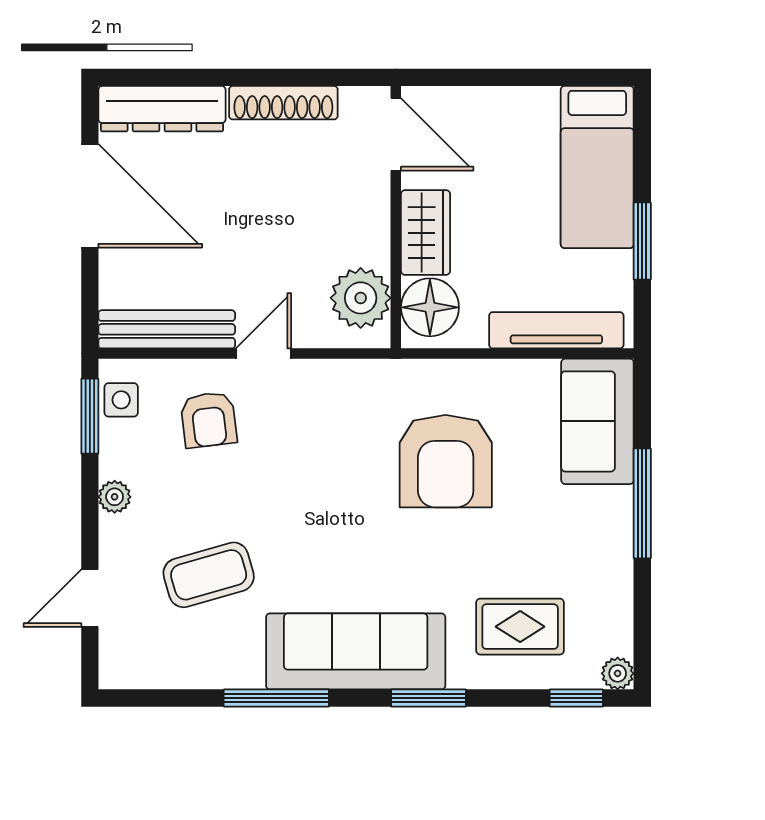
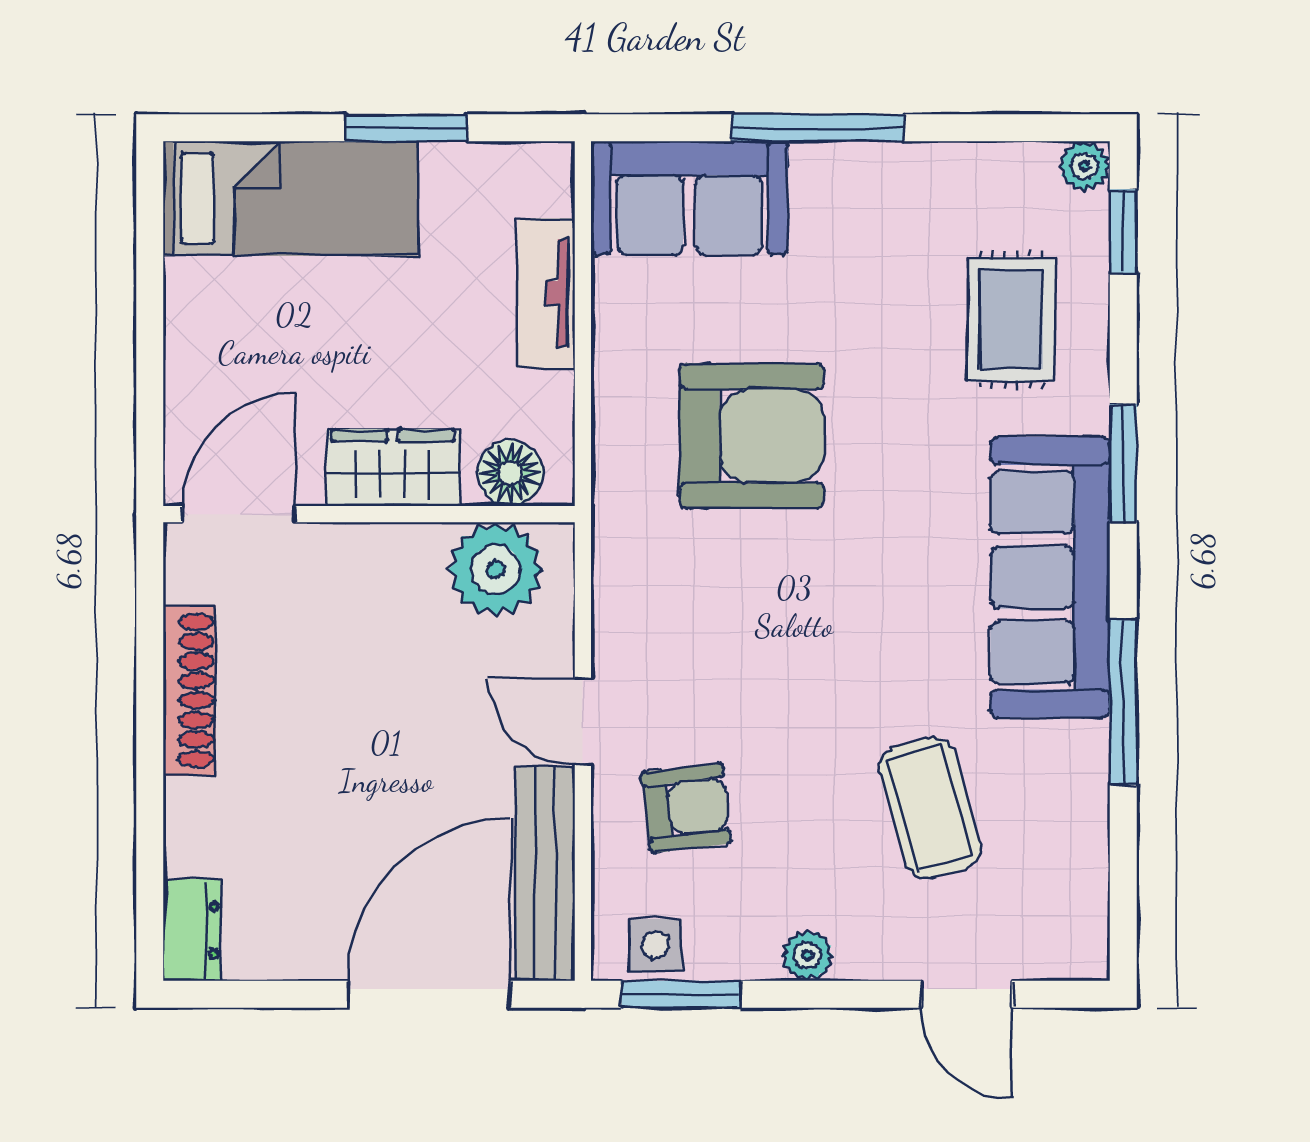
dresser: (162, 109) -> (192, 930), width x0.51, depth x0.80
door: (90, 196) -> (430, 994), moved
floor lamp: (430, 307) -> (510, 473), width x0.73, depth x0.73
tv unit: (556, 330) -> (546, 293), width x0.71

